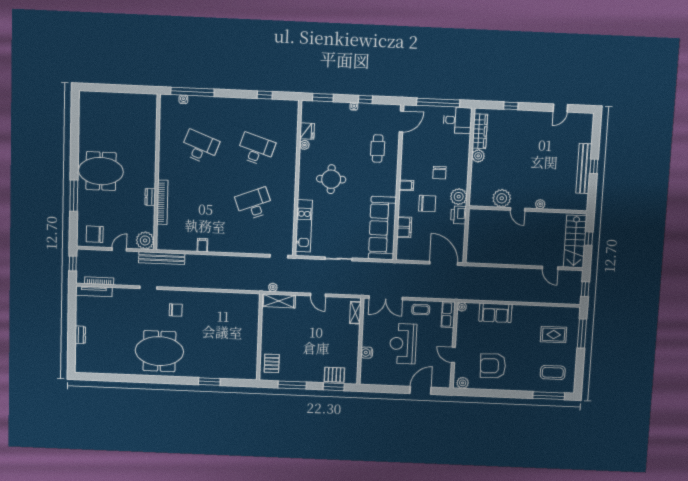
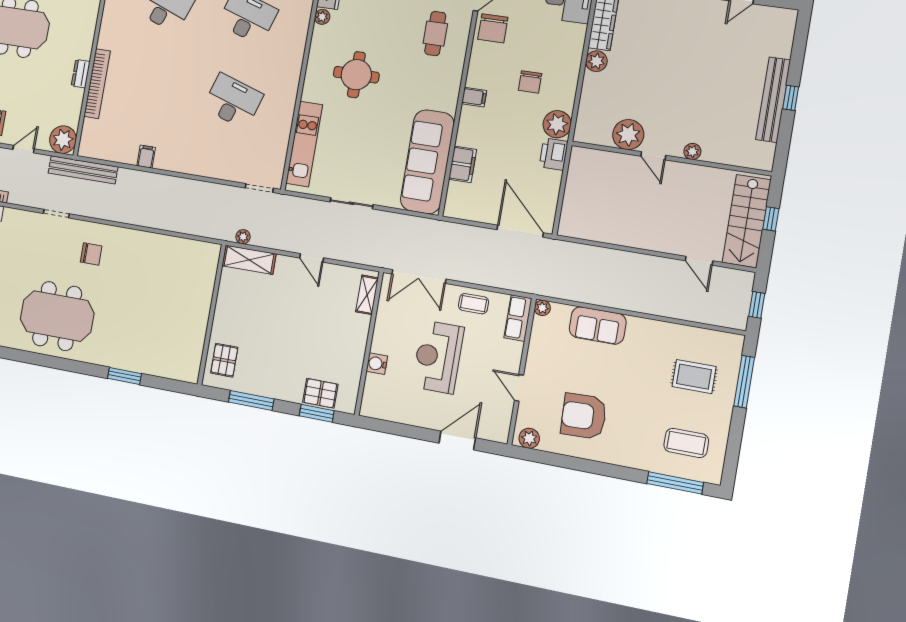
desk: (254, 204) -> (233, 101), turned 39
chair: (427, 204) -> (493, 28), moved, turned 90

